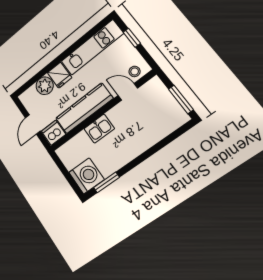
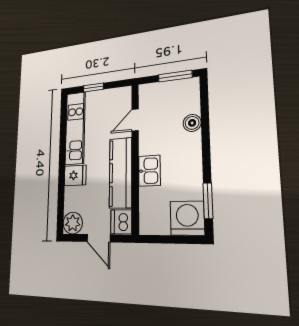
stool: (135, 71) -> (122, 103), removed
plant: (45, 86) -> (73, 223), moved
boiler: (153, 137) -> (192, 123), added

